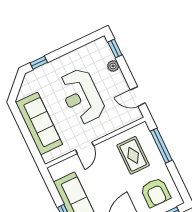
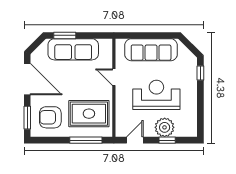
window: (115, 49) -> (167, 140), moved
plant: (113, 66) -> (165, 127), width x1.87, depth x1.87
rug: (133, 155) -> (89, 114), width x1.36, depth x1.43

